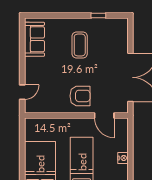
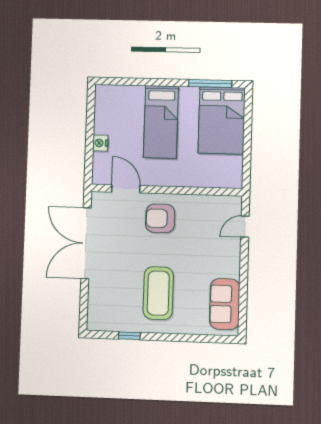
coffee table: (80, 45) -> (158, 293), width x1.36, depth x1.32
nightstand: (123, 158) -> (100, 143), moved

